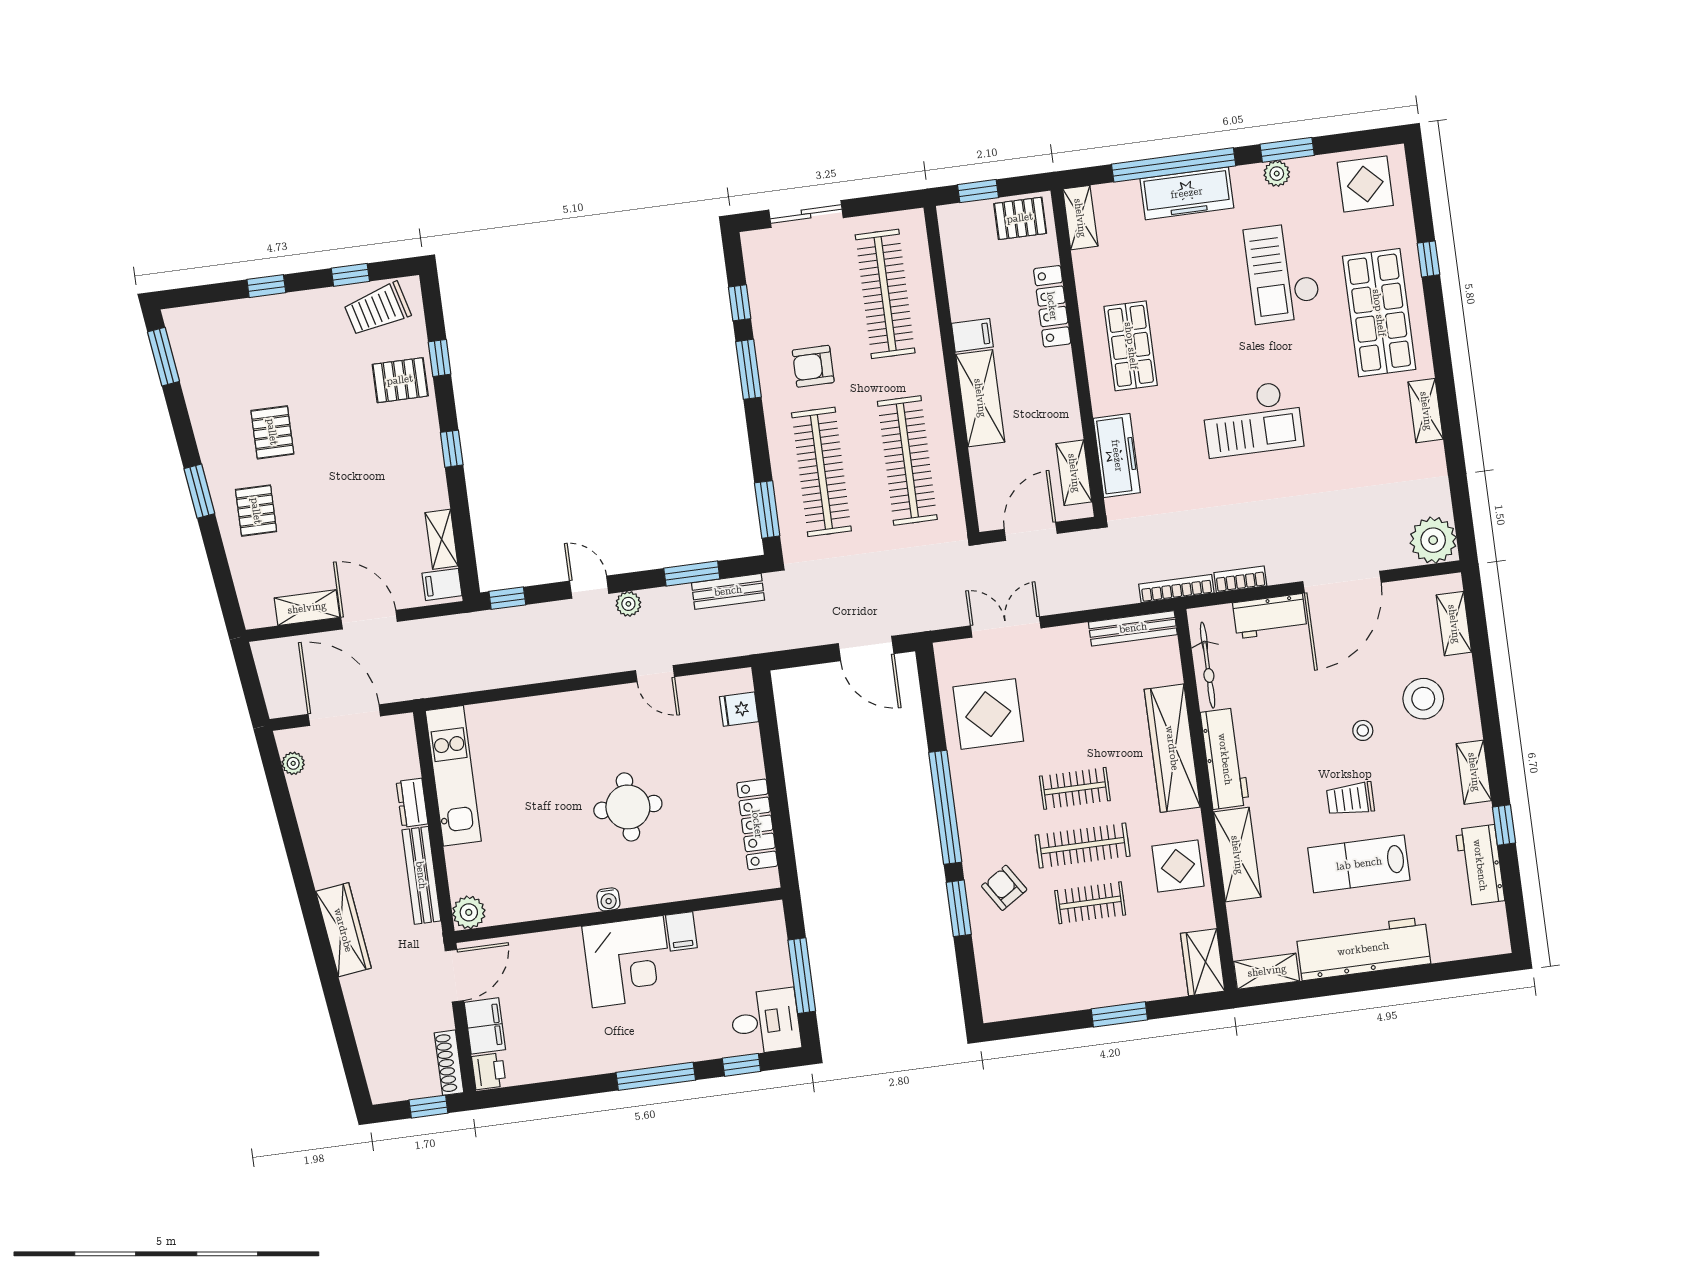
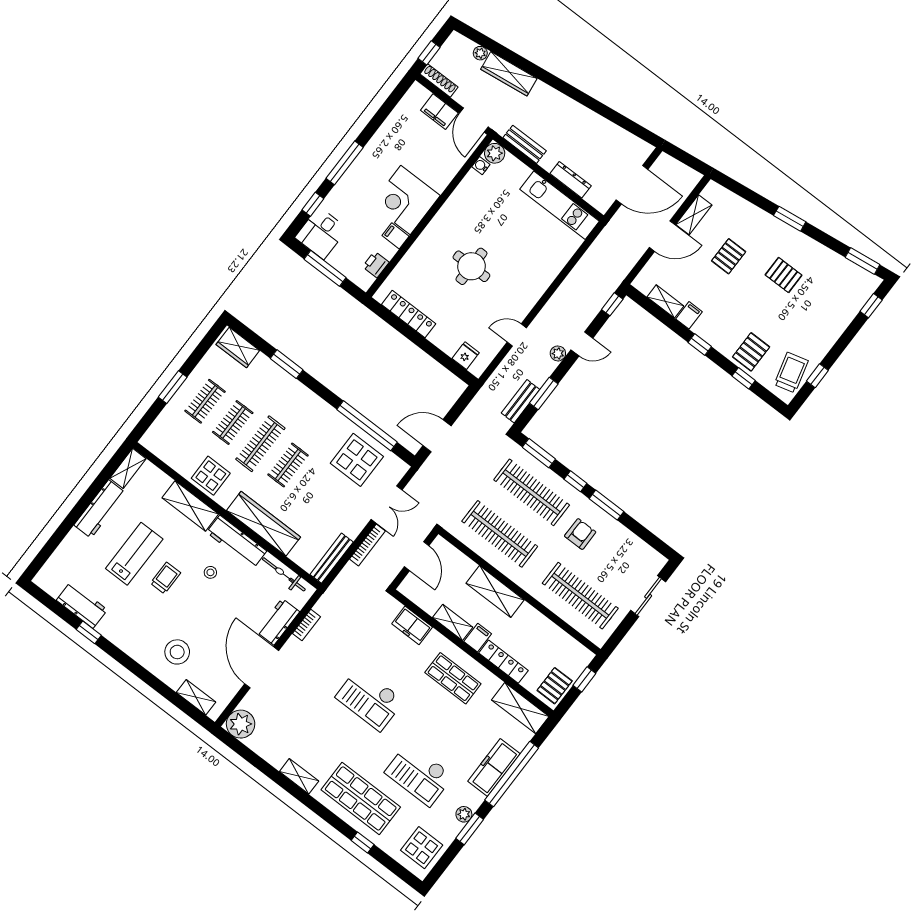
shelving: (1080, 218) -> (520, 708), width x1.50, depth x1.33
checkout: (1282, 273) -> (419, 774), turned 180
window: (266, 286) -> (871, 306), moved
window: (740, 303) -> (575, 481), moved
filing cabinet: (972, 335) -> (478, 638), moved, turned 180
checkout: (1252, 419) -> (370, 699), turned -90
freezer: (1117, 456) -> (412, 625), width x0.71
shelving: (1074, 473) -> (453, 622), moved
pallet: (256, 511) -> (729, 256), moved, turned 90
filing cabinet: (442, 584) -> (689, 315), moved
bookcase: (1176, 588) -> (367, 545), moved
stool: (1363, 730) -> (210, 572), moved
plant: (293, 763) -> (480, 53), moved
shelving: (1474, 772) -> (124, 642), removed
dresser: (412, 803) -> (571, 180), width x1.44
window: (945, 807) -> (367, 426), moved
bench: (421, 875) -> (525, 144), width x0.73
armchair: (1004, 888) -> (276, 392), removed
water cooler: (608, 899) -> (481, 166), moved
wardrobe: (343, 930) -> (509, 74), moved
workbench: (1363, 949) -> (100, 509), width x0.73, depth x0.76
clothes rail: (1098, 960) -> (205, 401), added
wardrobe: (1203, 962) -> (238, 348), moved, turned 180
printer: (489, 1071) -> (376, 264), moved, turned 90

